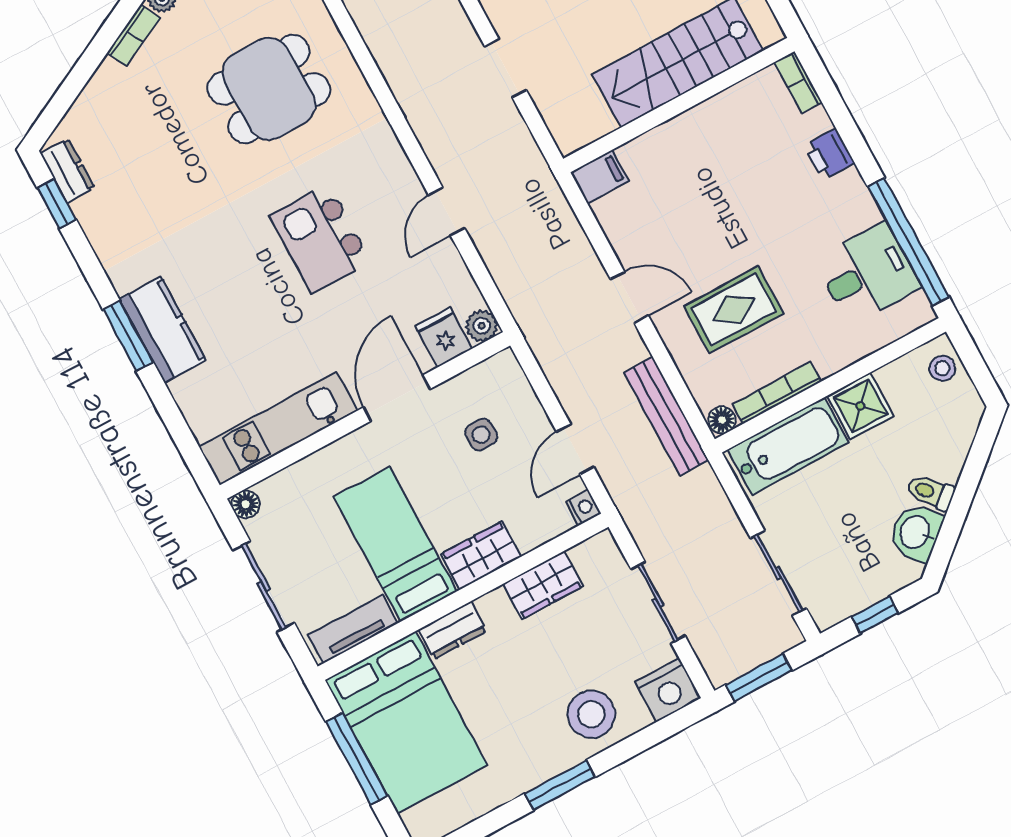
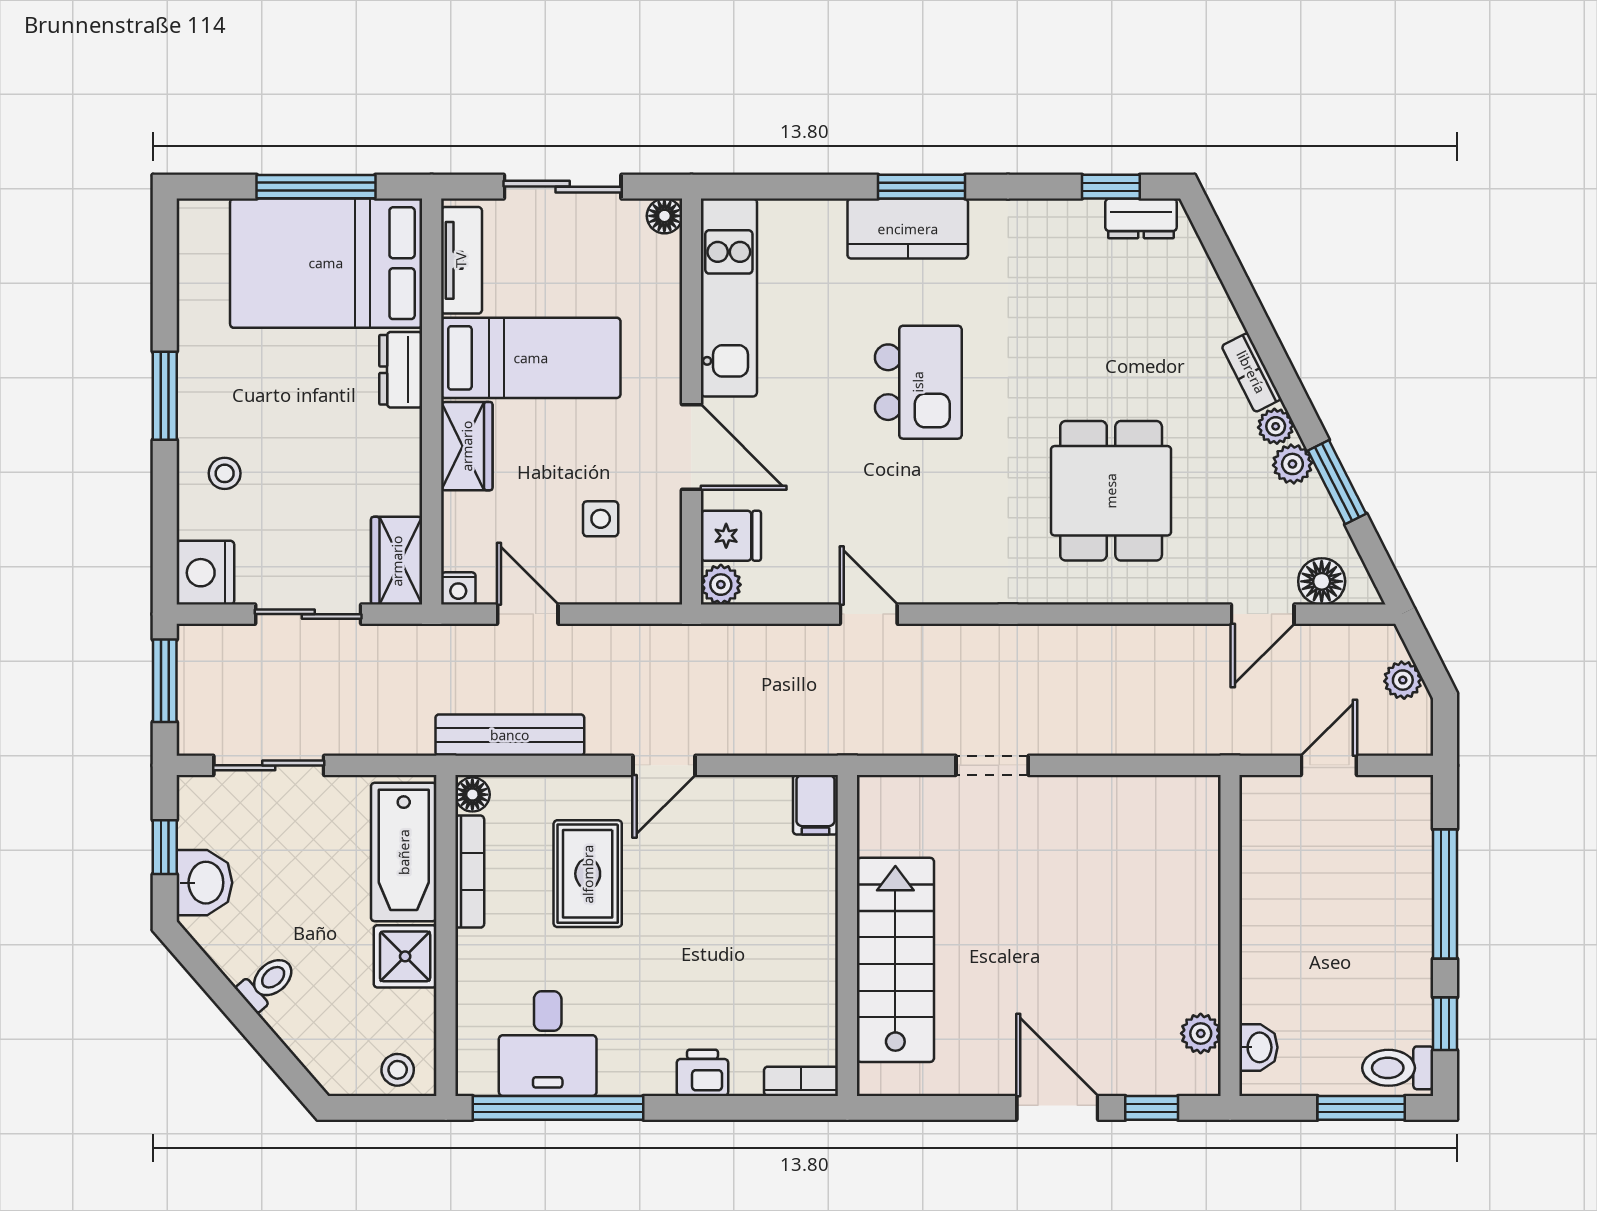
kitchen island: (320, 239) -> (918, 382), moved, turned 90
washbasin: (916, 533) -> (204, 883), moved, turned 41
wardrobe: (543, 585) -> (397, 561), moved
stool: (591, 714) -> (225, 473), width x0.53, depth x0.53

